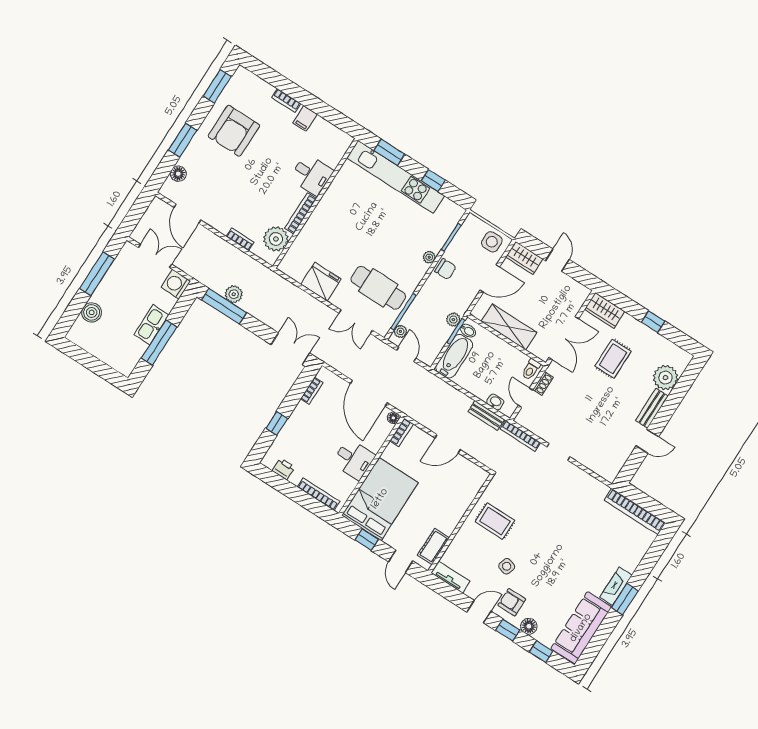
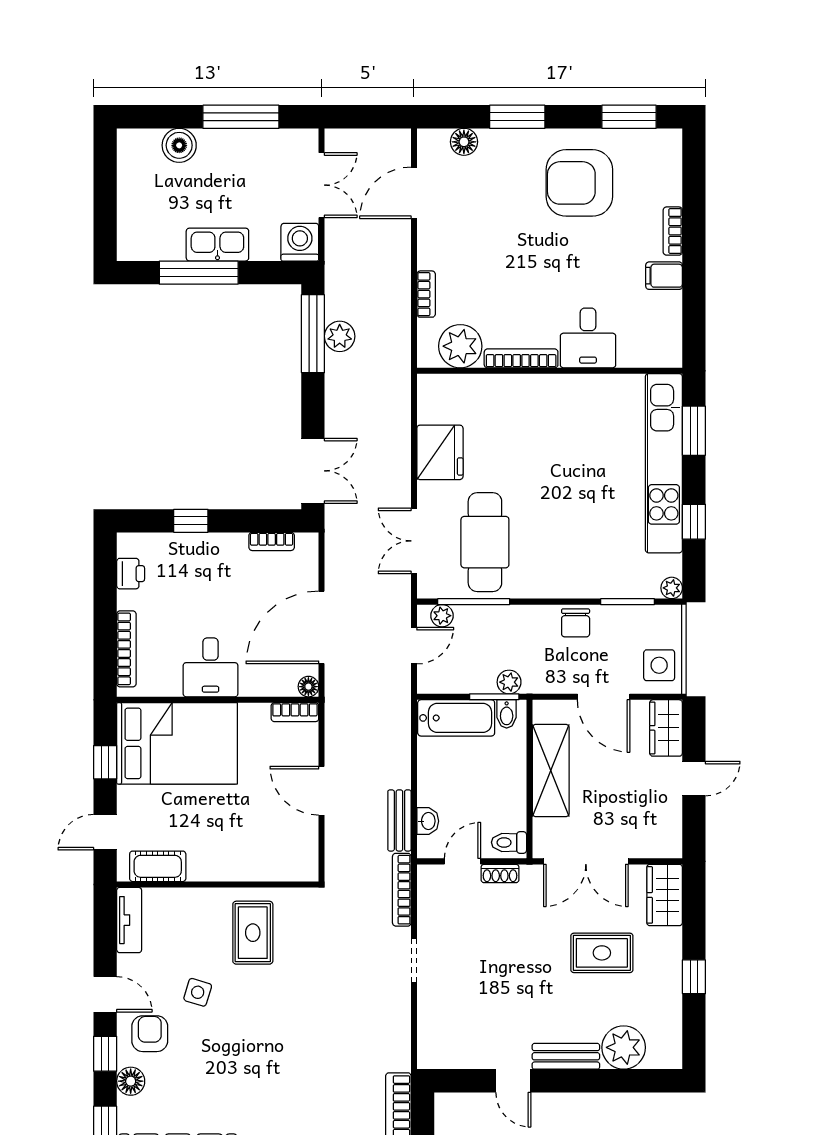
plant: (429, 257) -> (672, 588), moved

